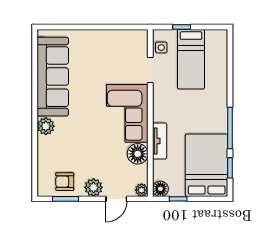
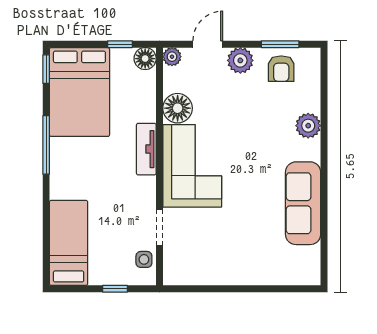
bed: (191, 59) -> (69, 243), moved
sofa: (53, 77) -> (303, 203), width x0.74, depth x0.79
plant: (46, 126) -> (308, 126), moved
tv unit: (160, 141) -> (146, 149), moved
window: (230, 168) -> (46, 69), moved
armchair: (65, 182) -> (281, 69), turned 90

